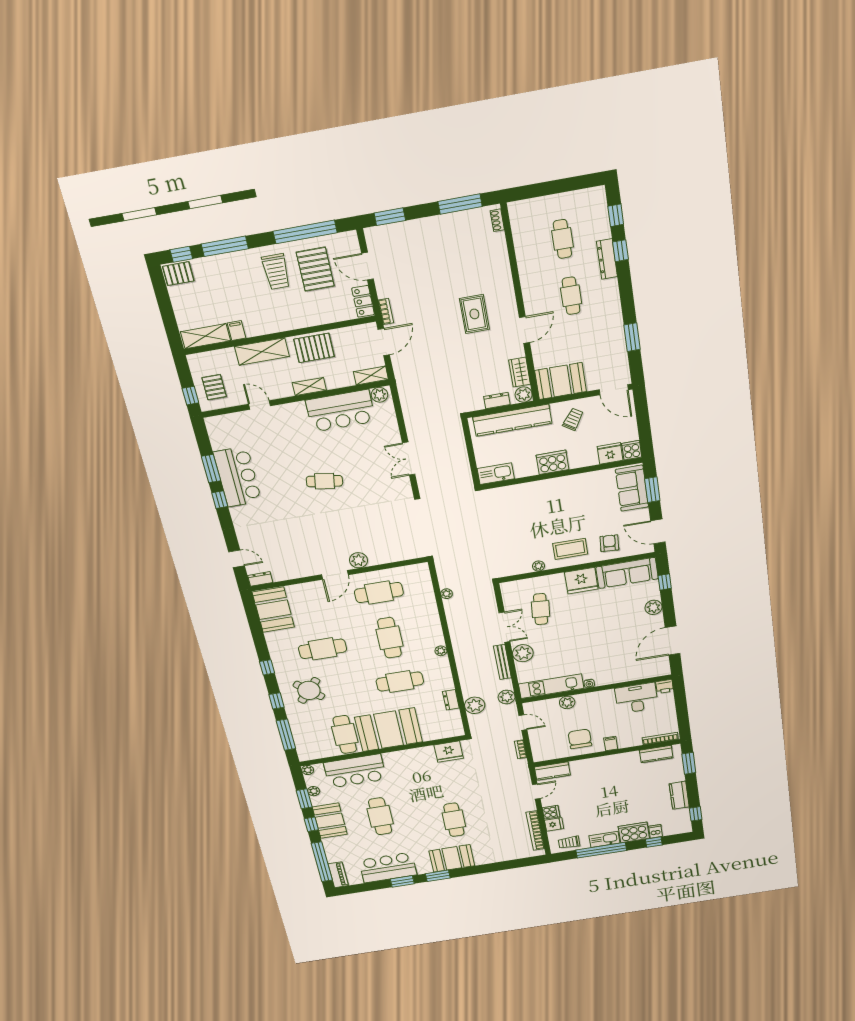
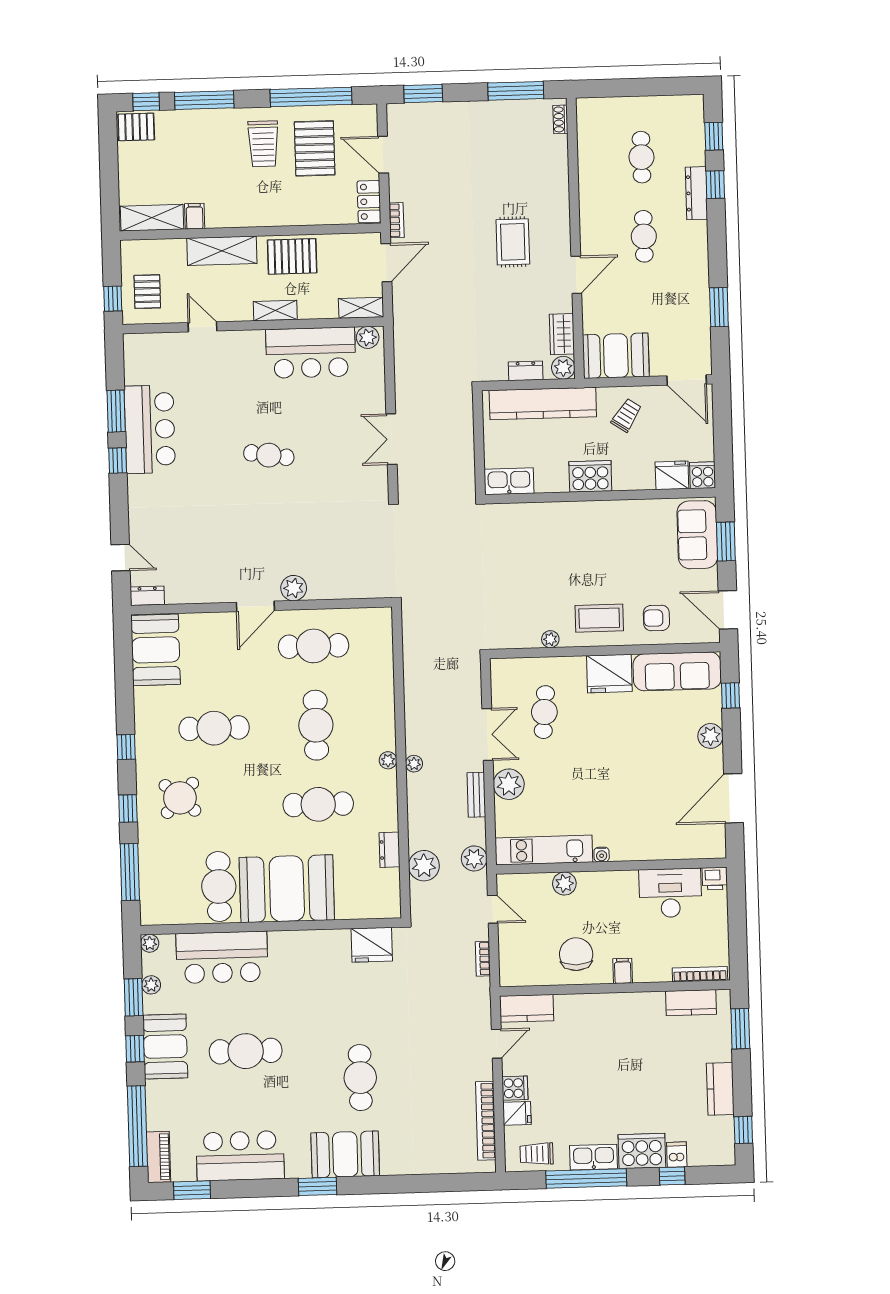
armchair: (609, 543) -> (656, 618), turned -94
plant: (446, 594) -> (414, 764), moved
bench: (502, 662) -> (476, 795), width x0.73
cafe table: (380, 816) -> (246, 1051), turned 90
window: (402, 881) -> (192, 1190), moved

